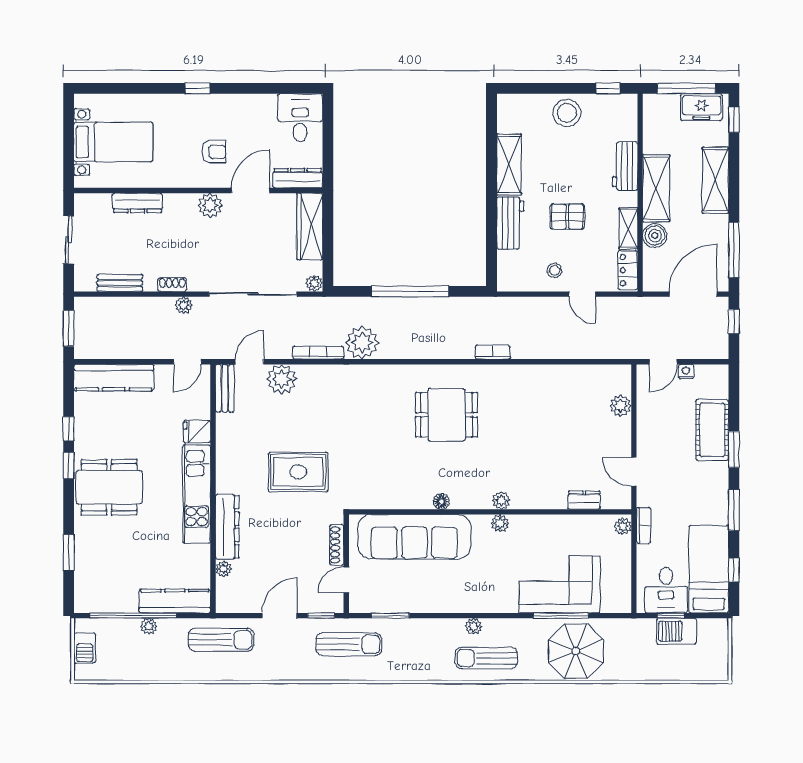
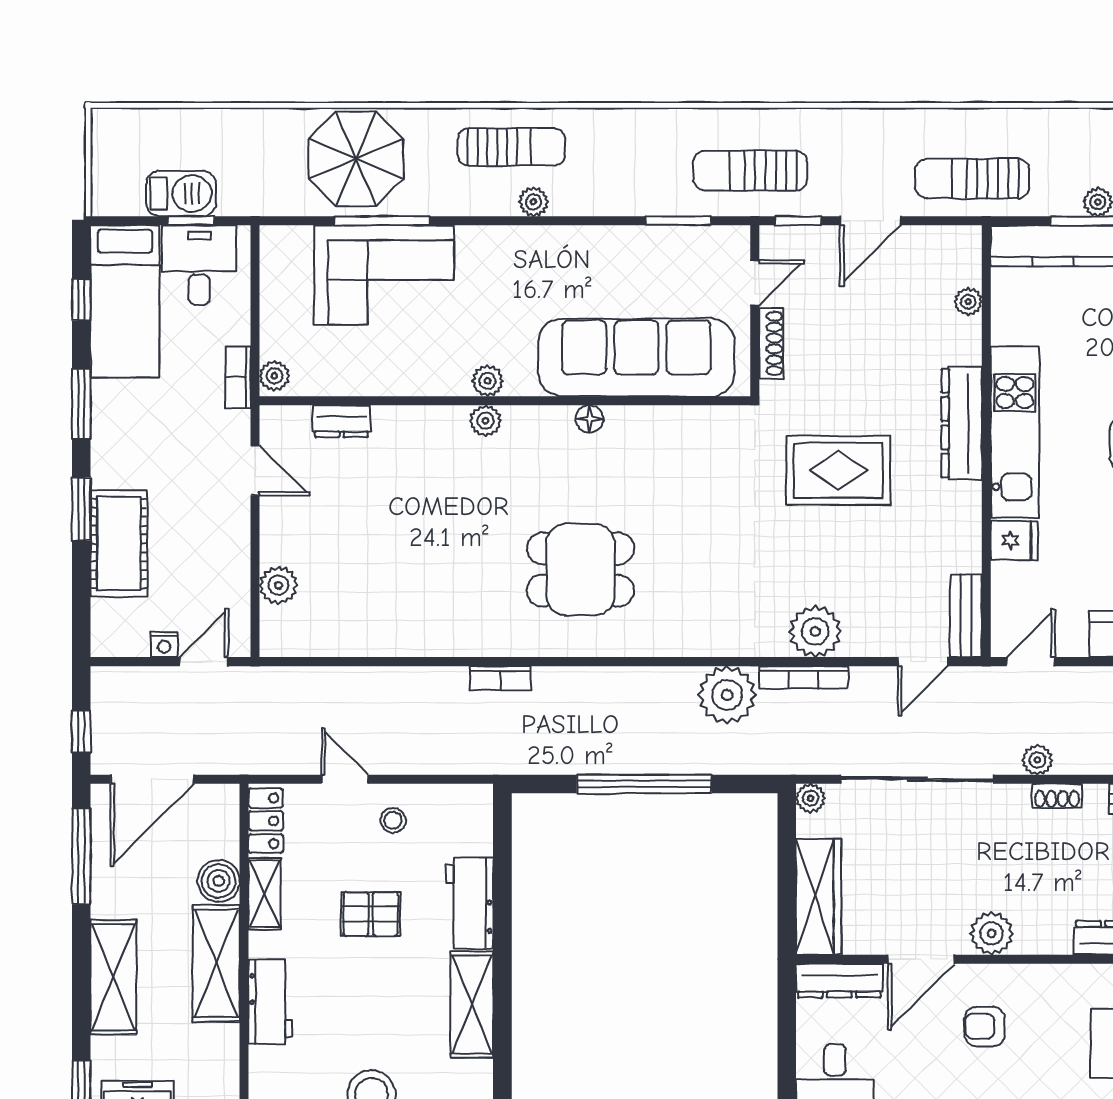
plant: (282, 379) -> (815, 631), moved
dresser: (227, 527) -> (962, 423), moved

